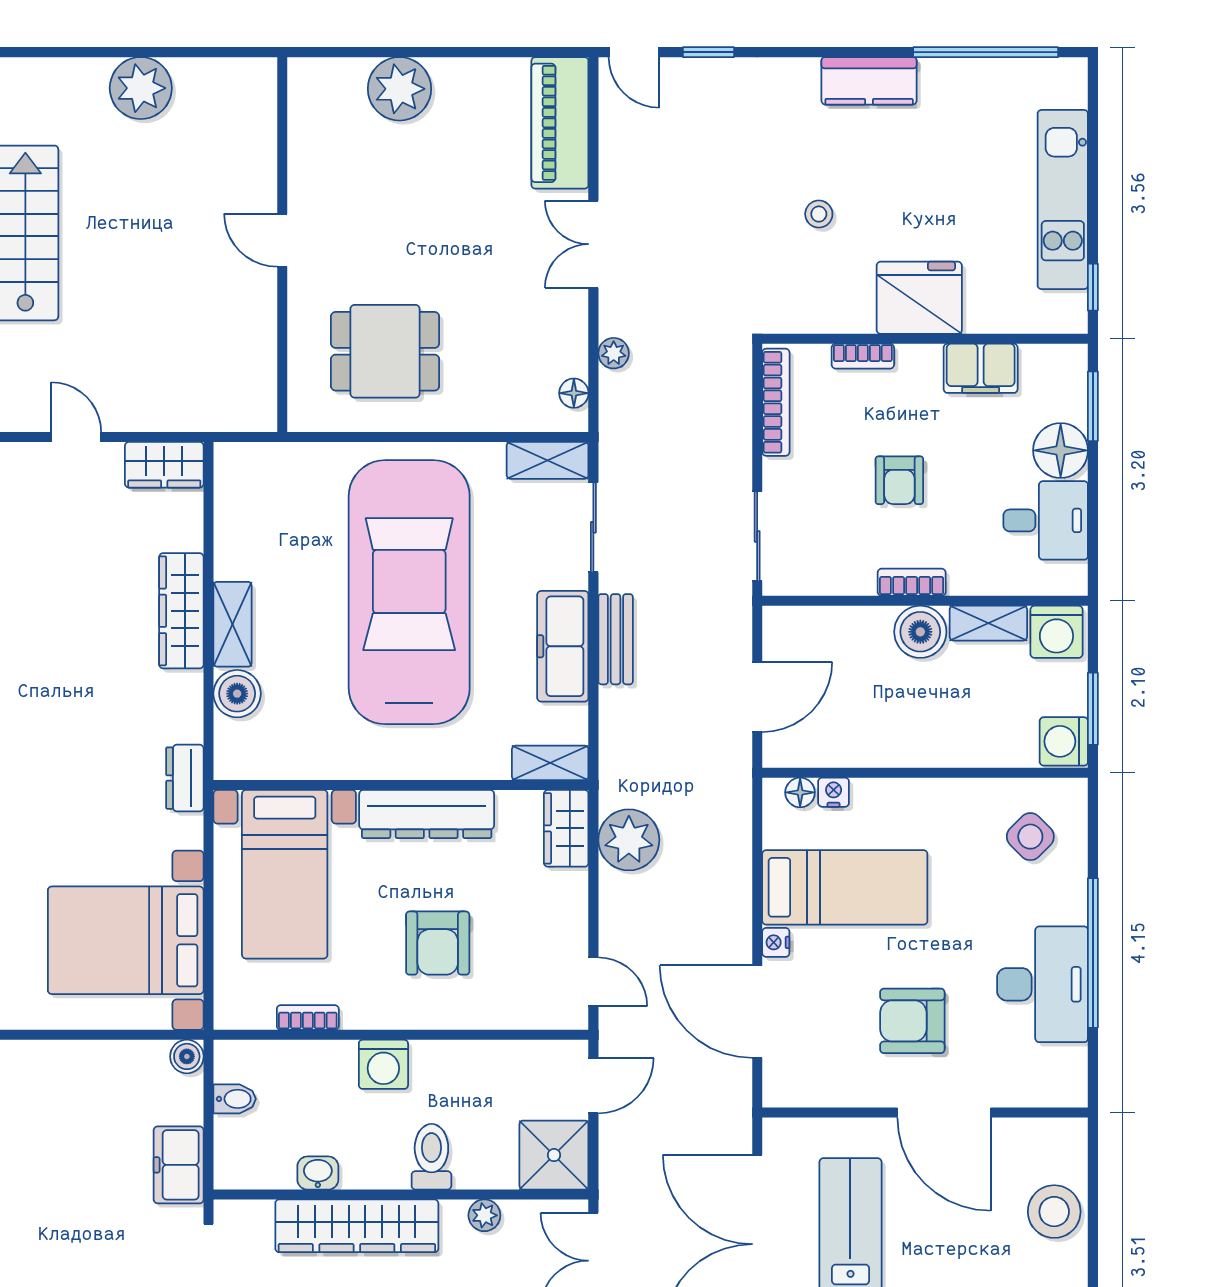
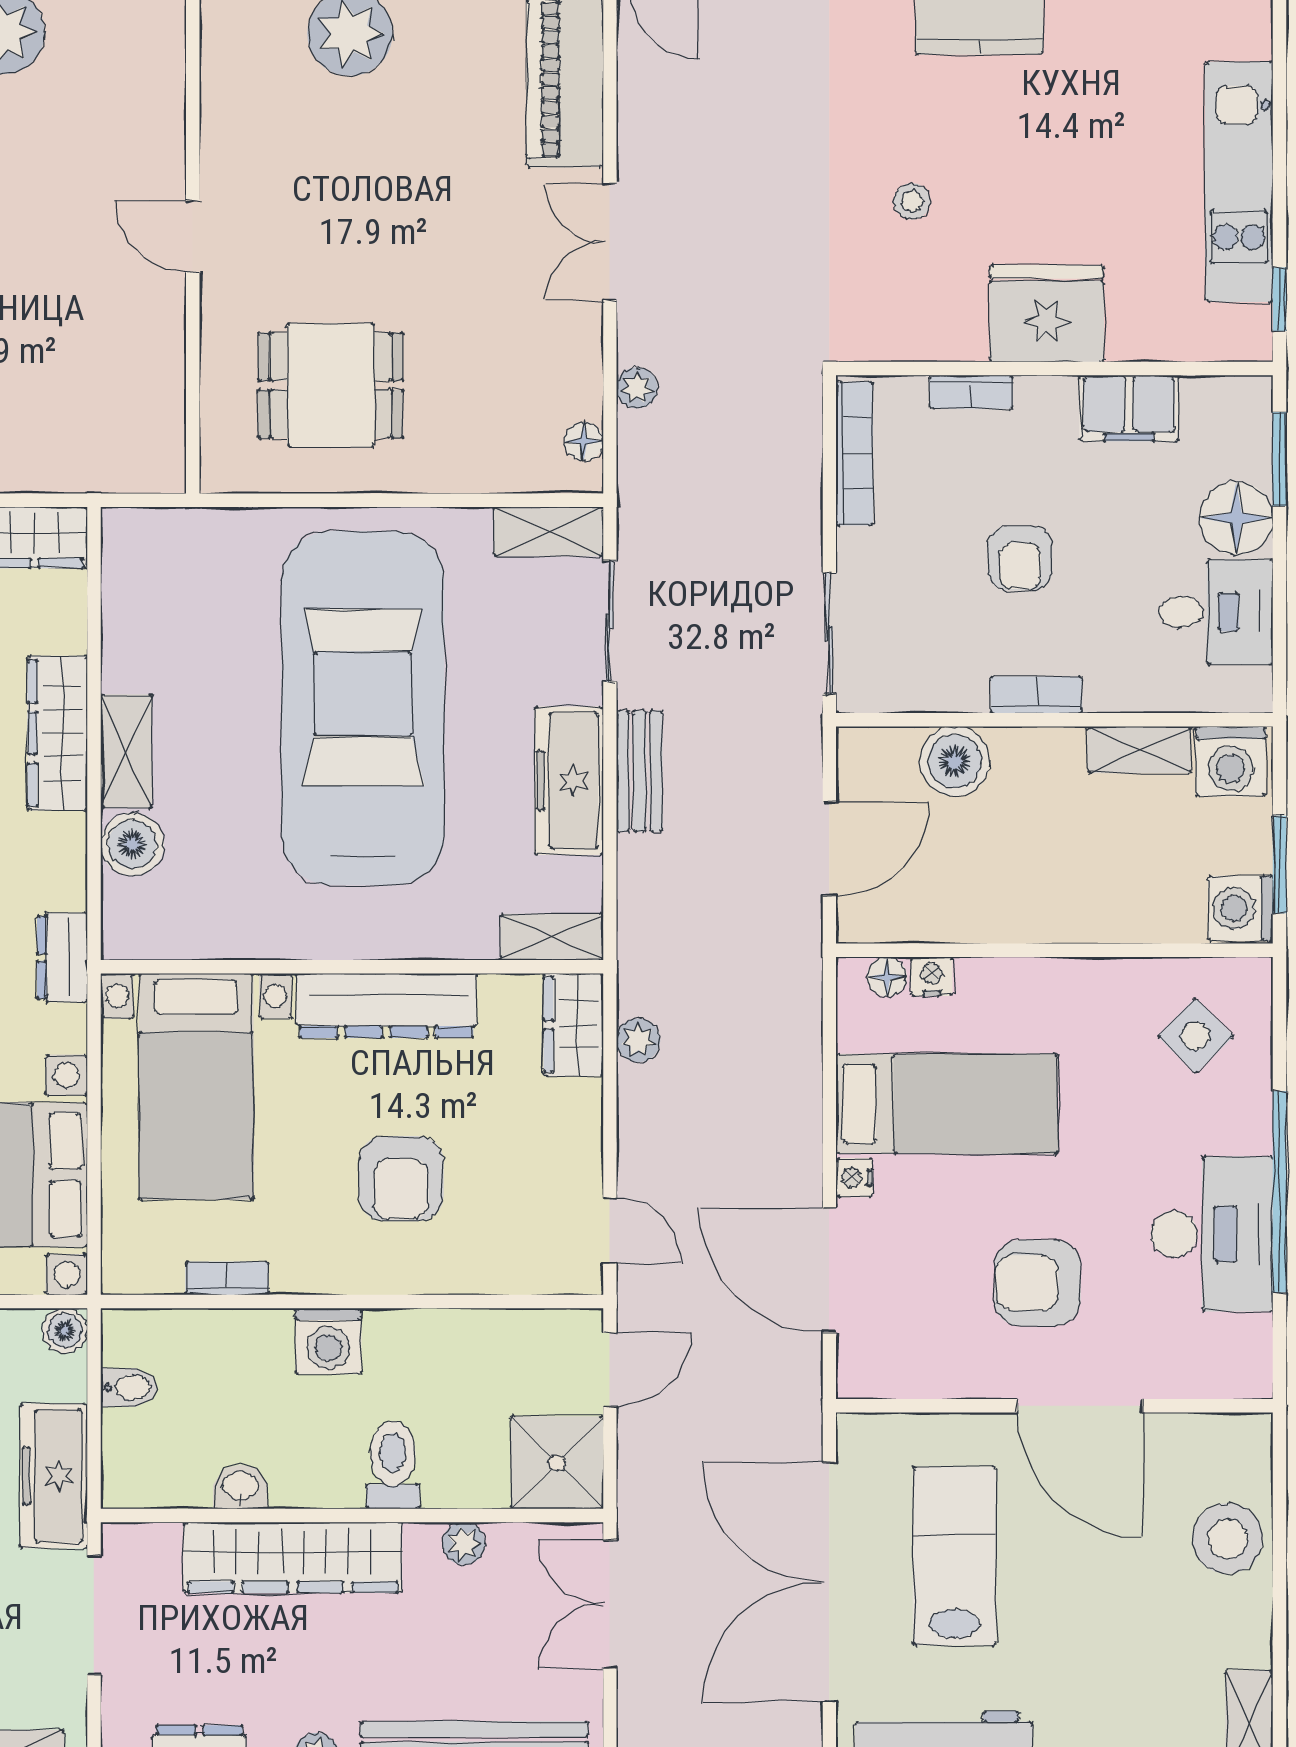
boiler: (920, 632) -> (955, 761), moved
plant: (629, 840) -> (638, 1040), width x0.53, depth x0.53
freezer: (179, 1165) -> (54, 1476), width x1.40

